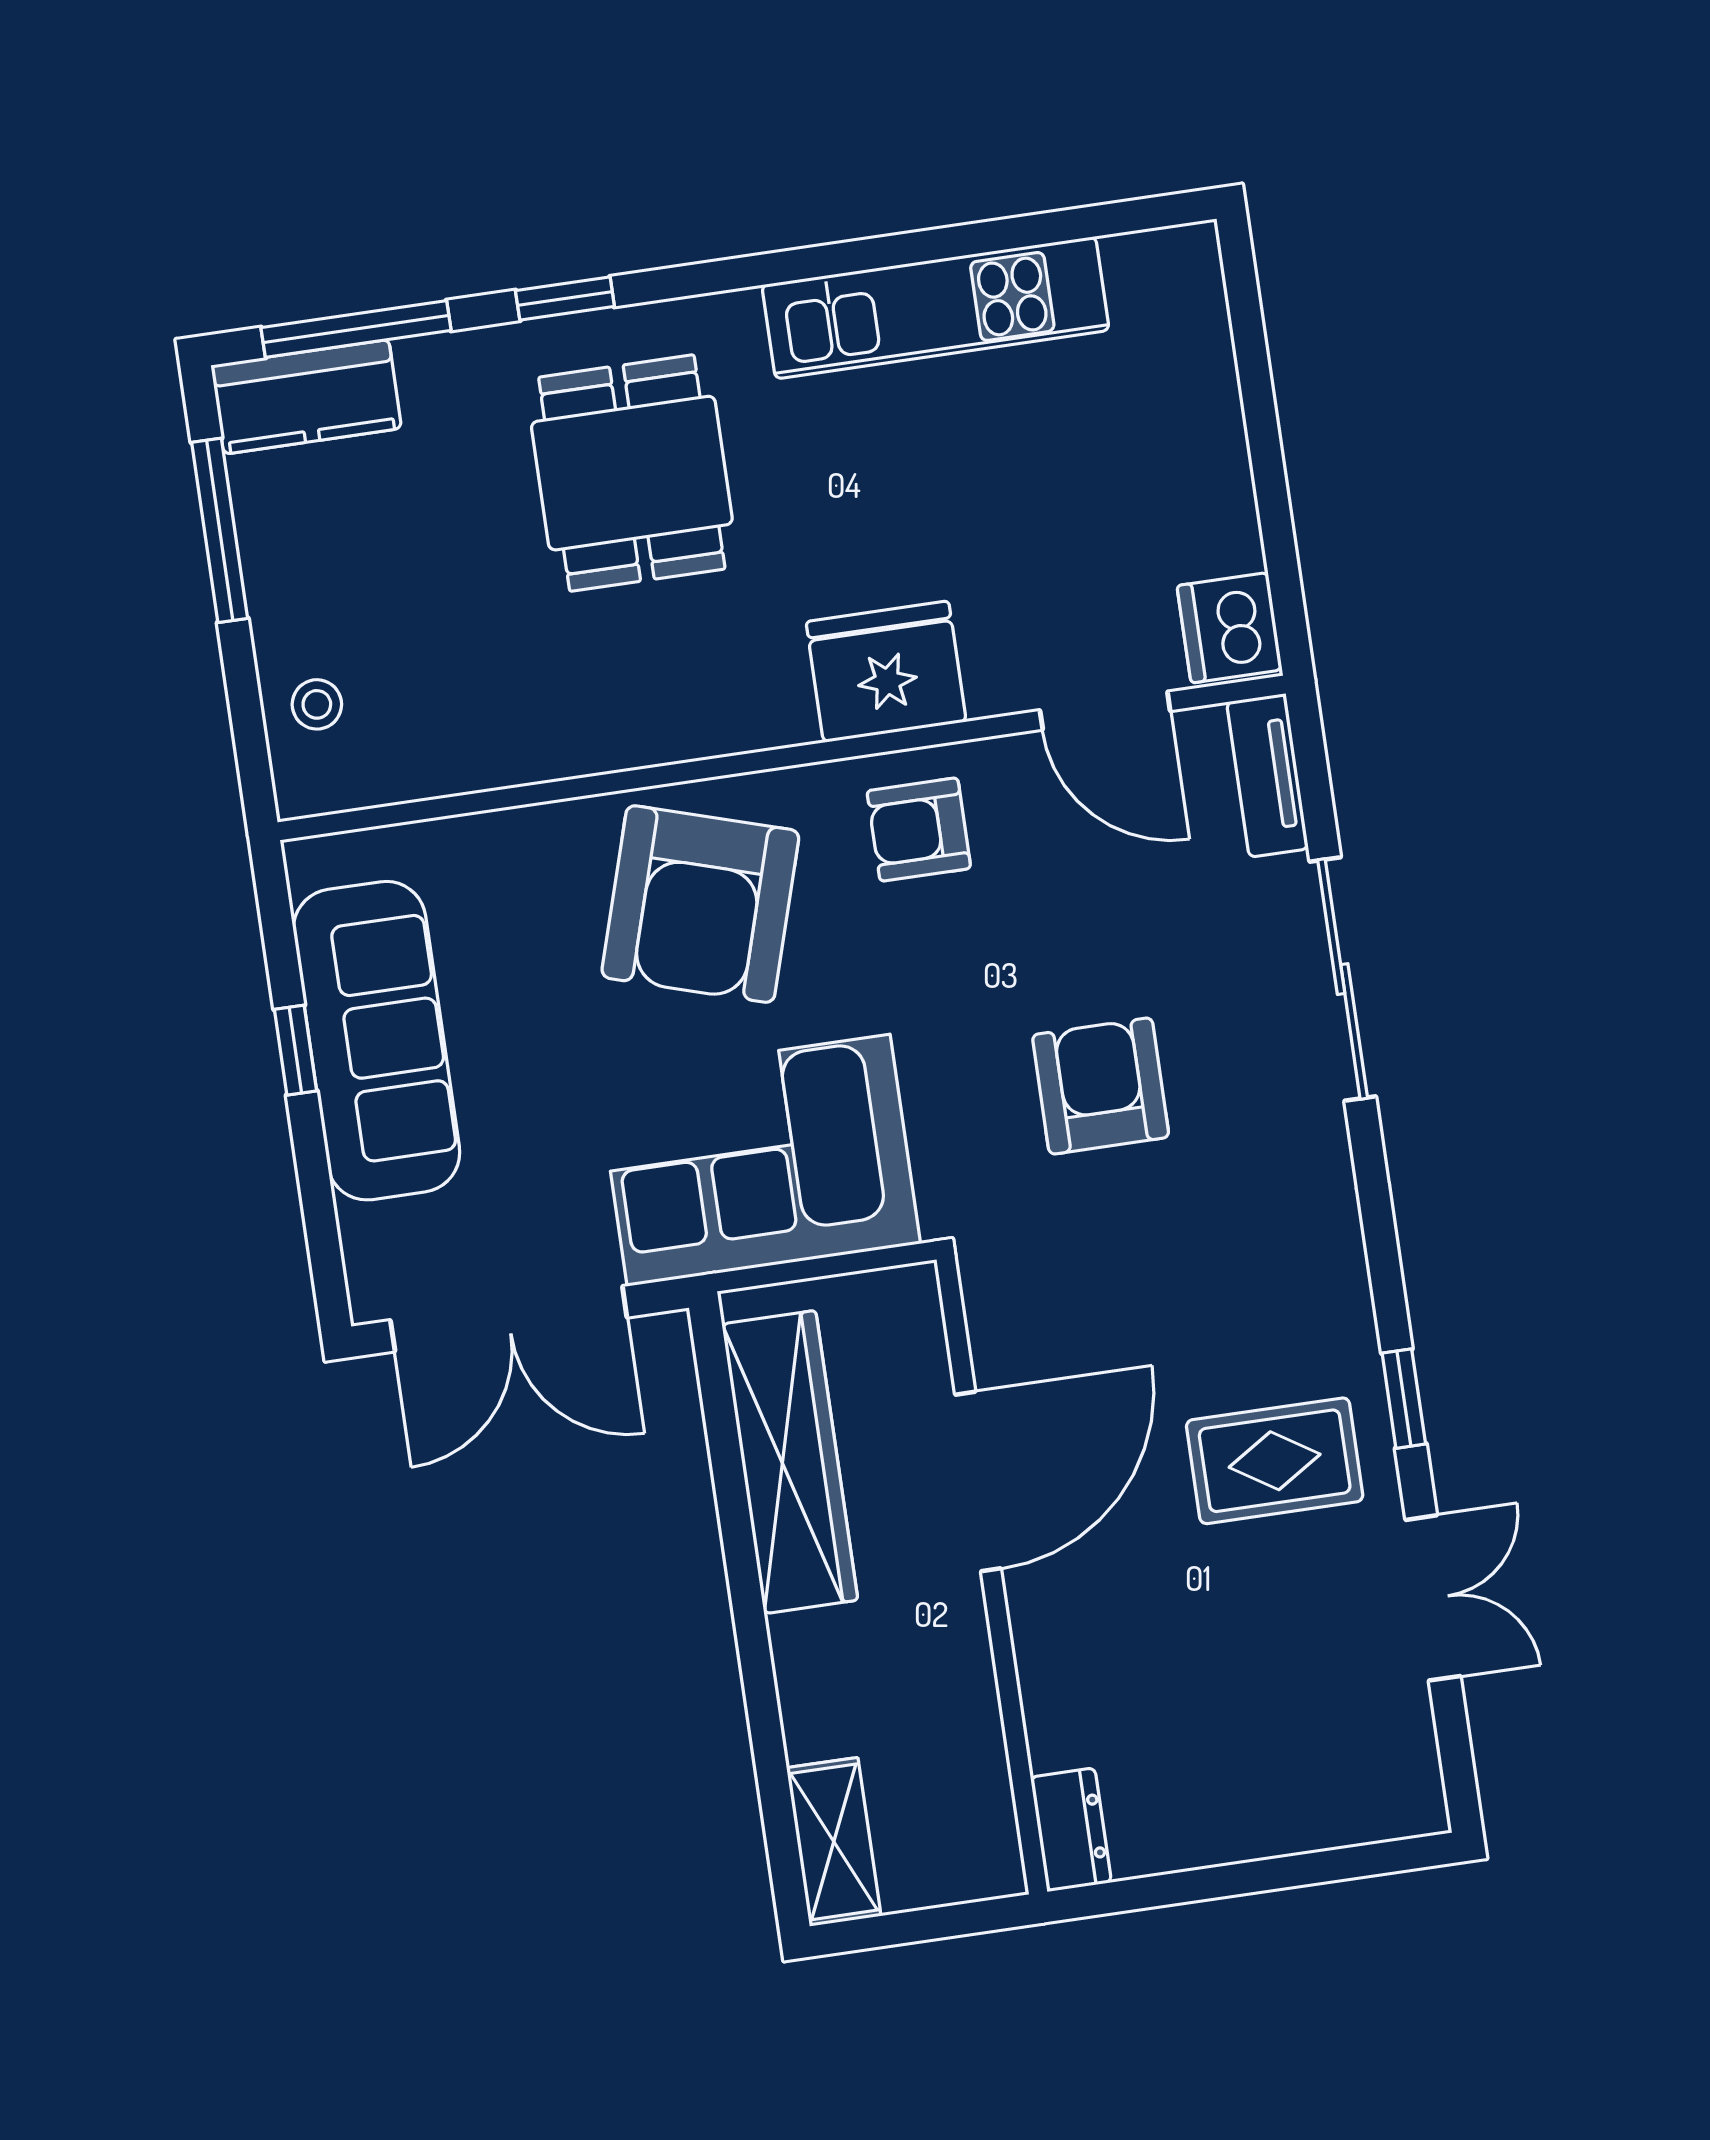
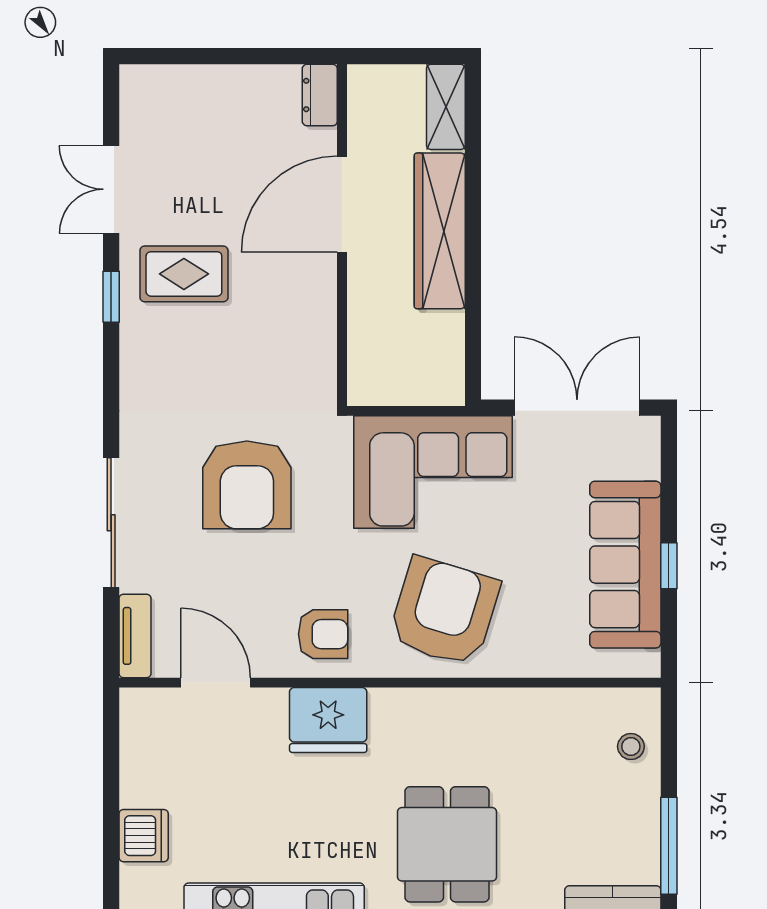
dishwasher: (1230, 628) -> (144, 836), moved
armchair: (1101, 1086) -> (247, 485), width x1.36, depth x1.36
wardrobe: (790, 1462) -> (440, 231), moved
door: (978, 1482) -> (342, 204), moved

